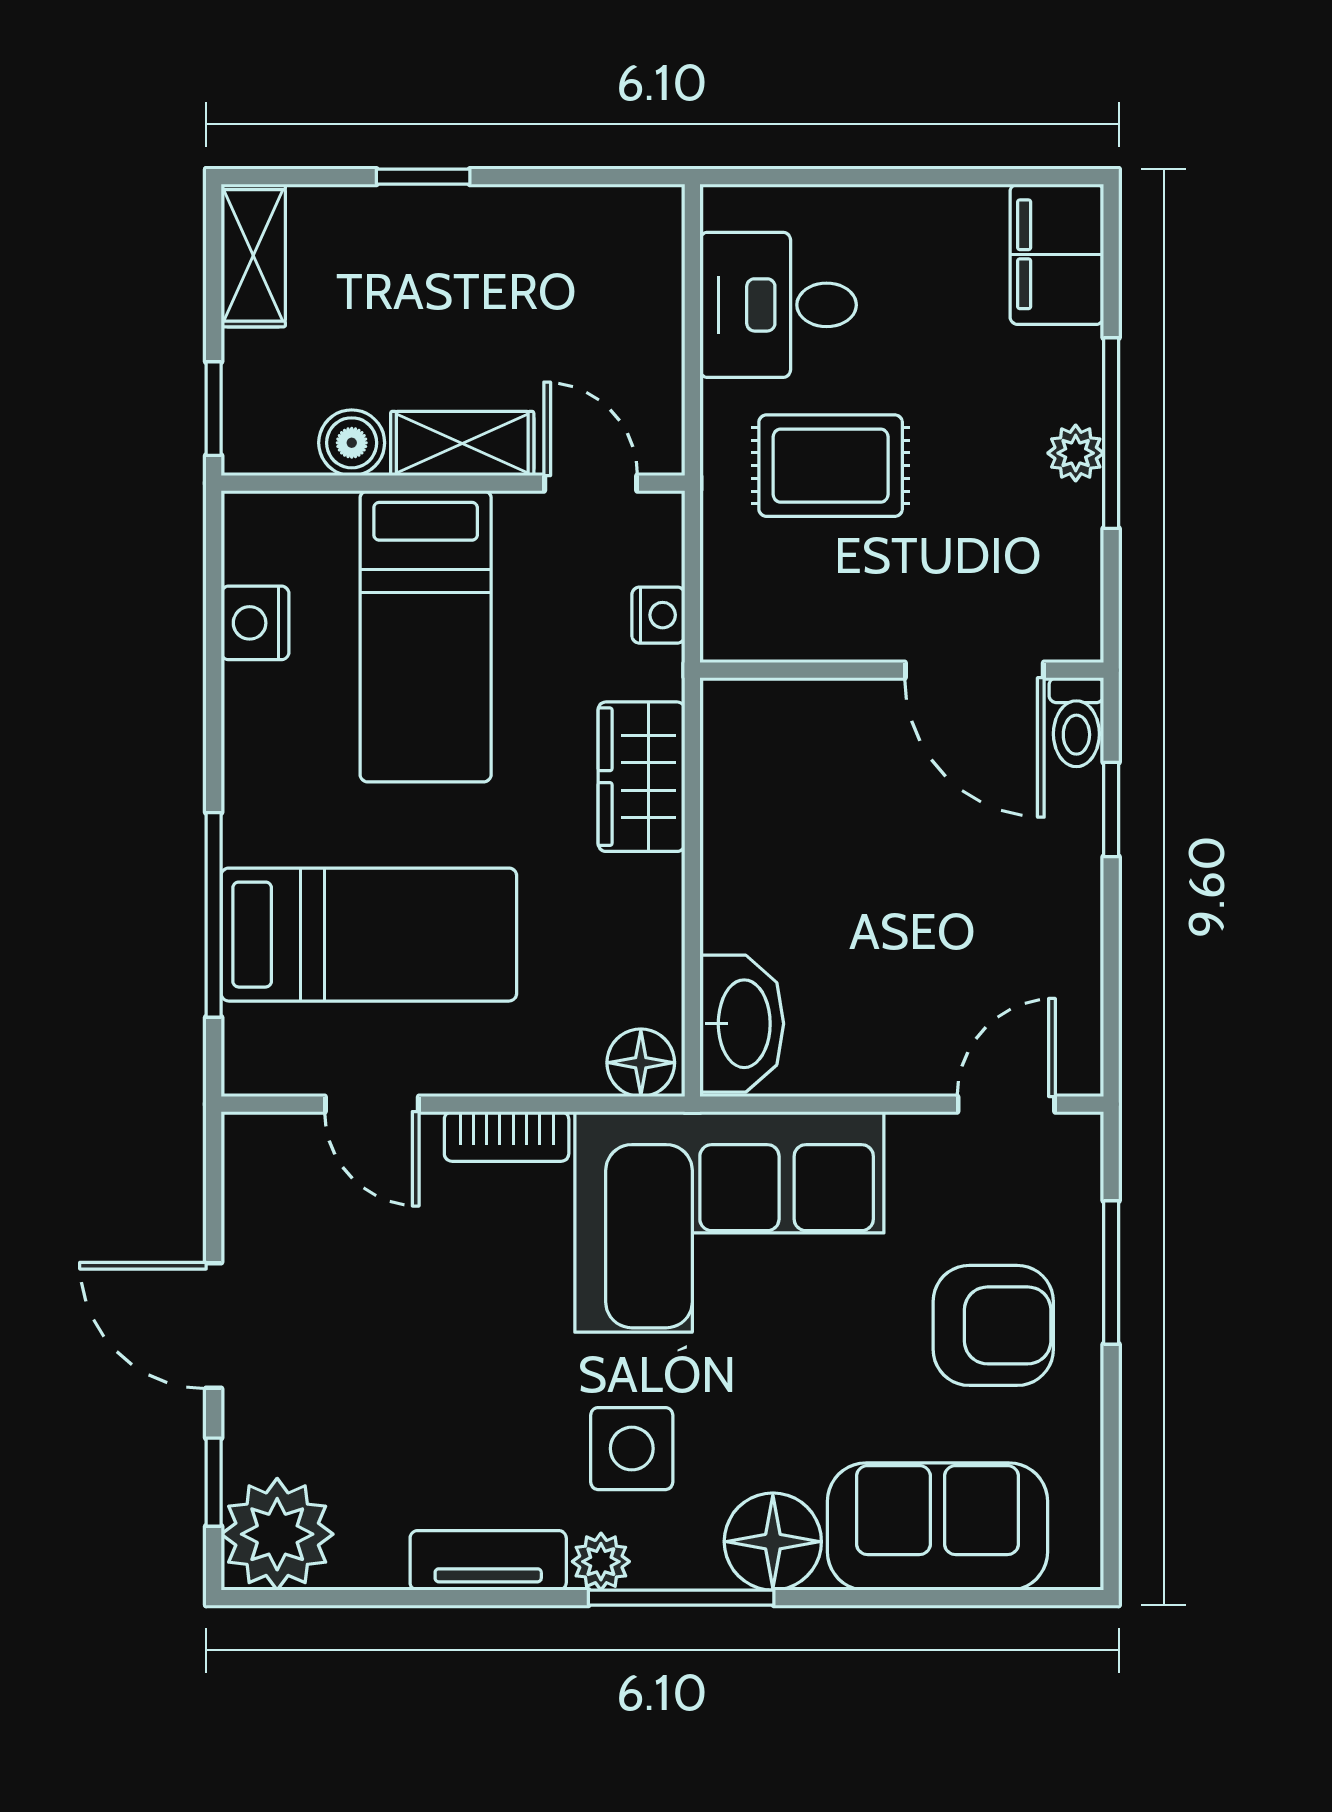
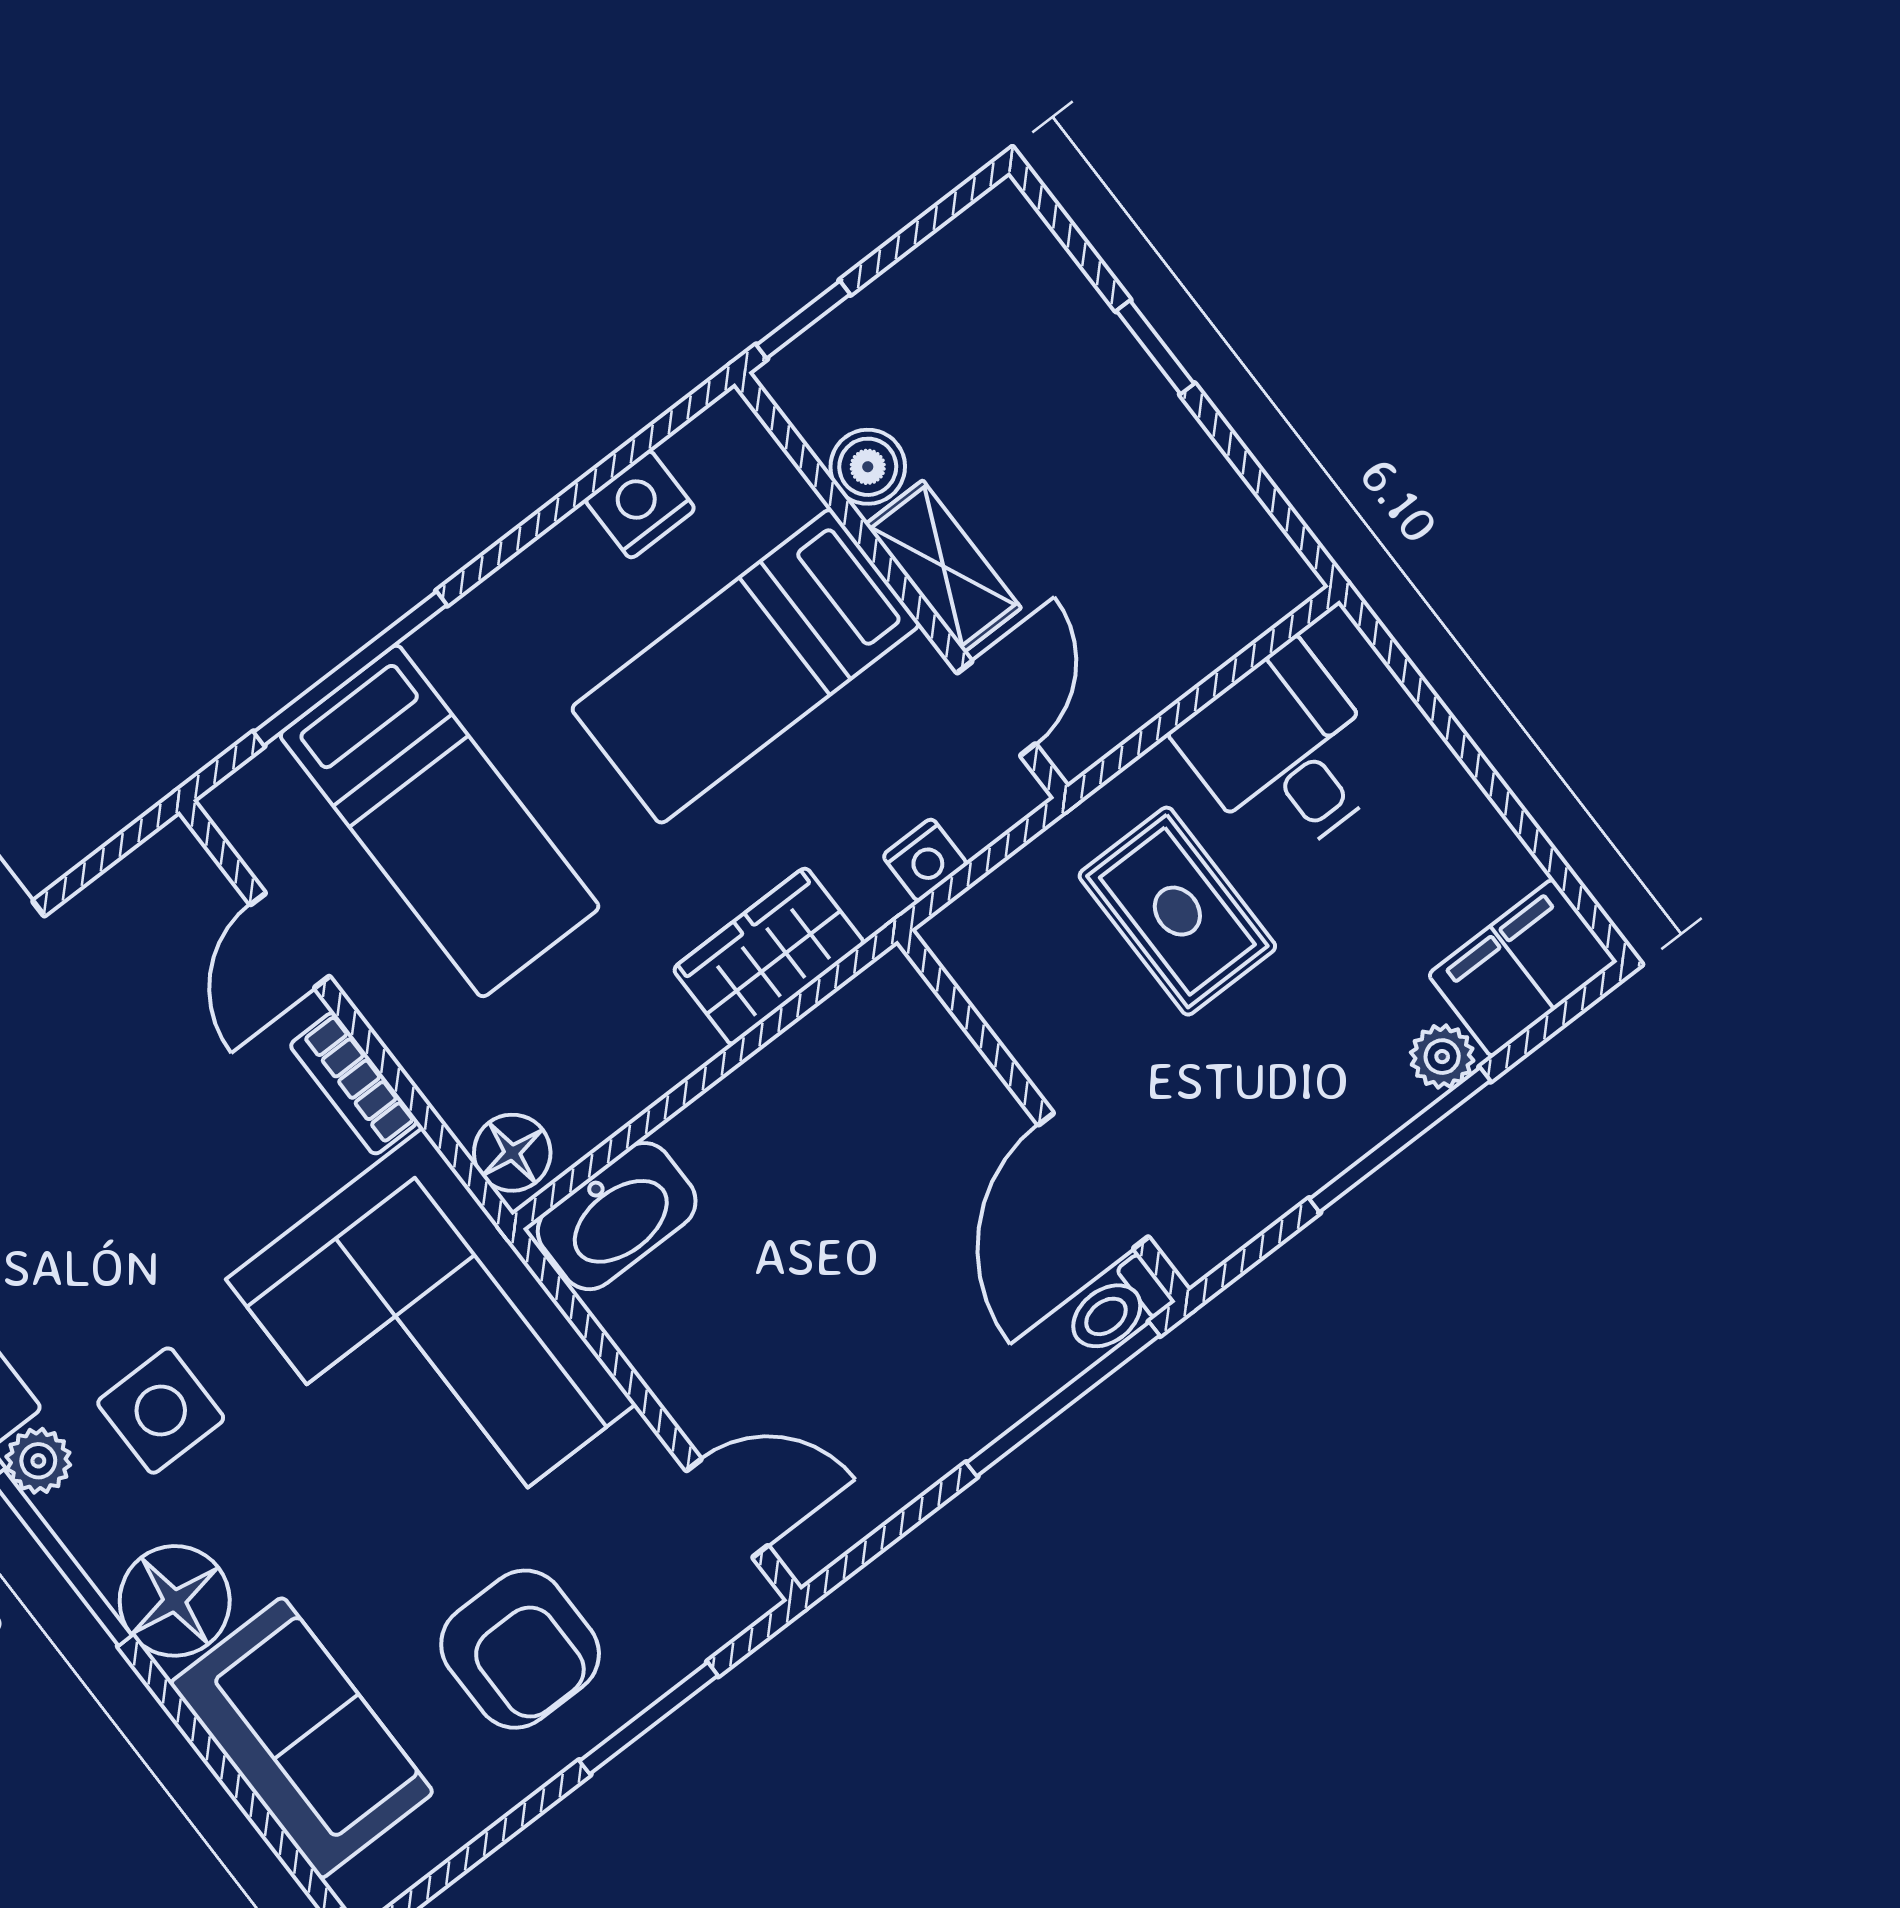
shelving: (253, 255) -> (968, 250), removed
plant: (1076, 453) -> (1442, 1057), moved
window: (1111, 810) -> (1063, 1399), width x2.17

